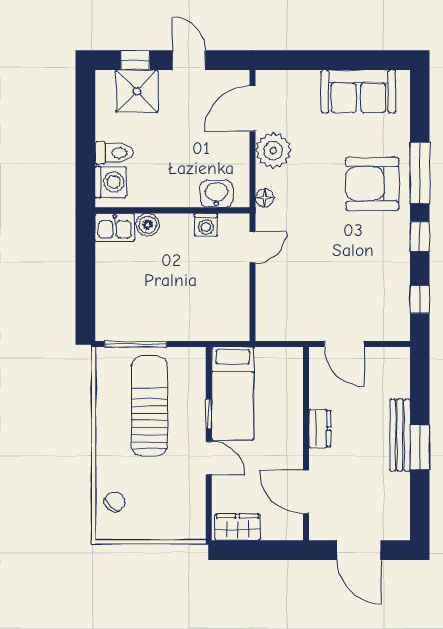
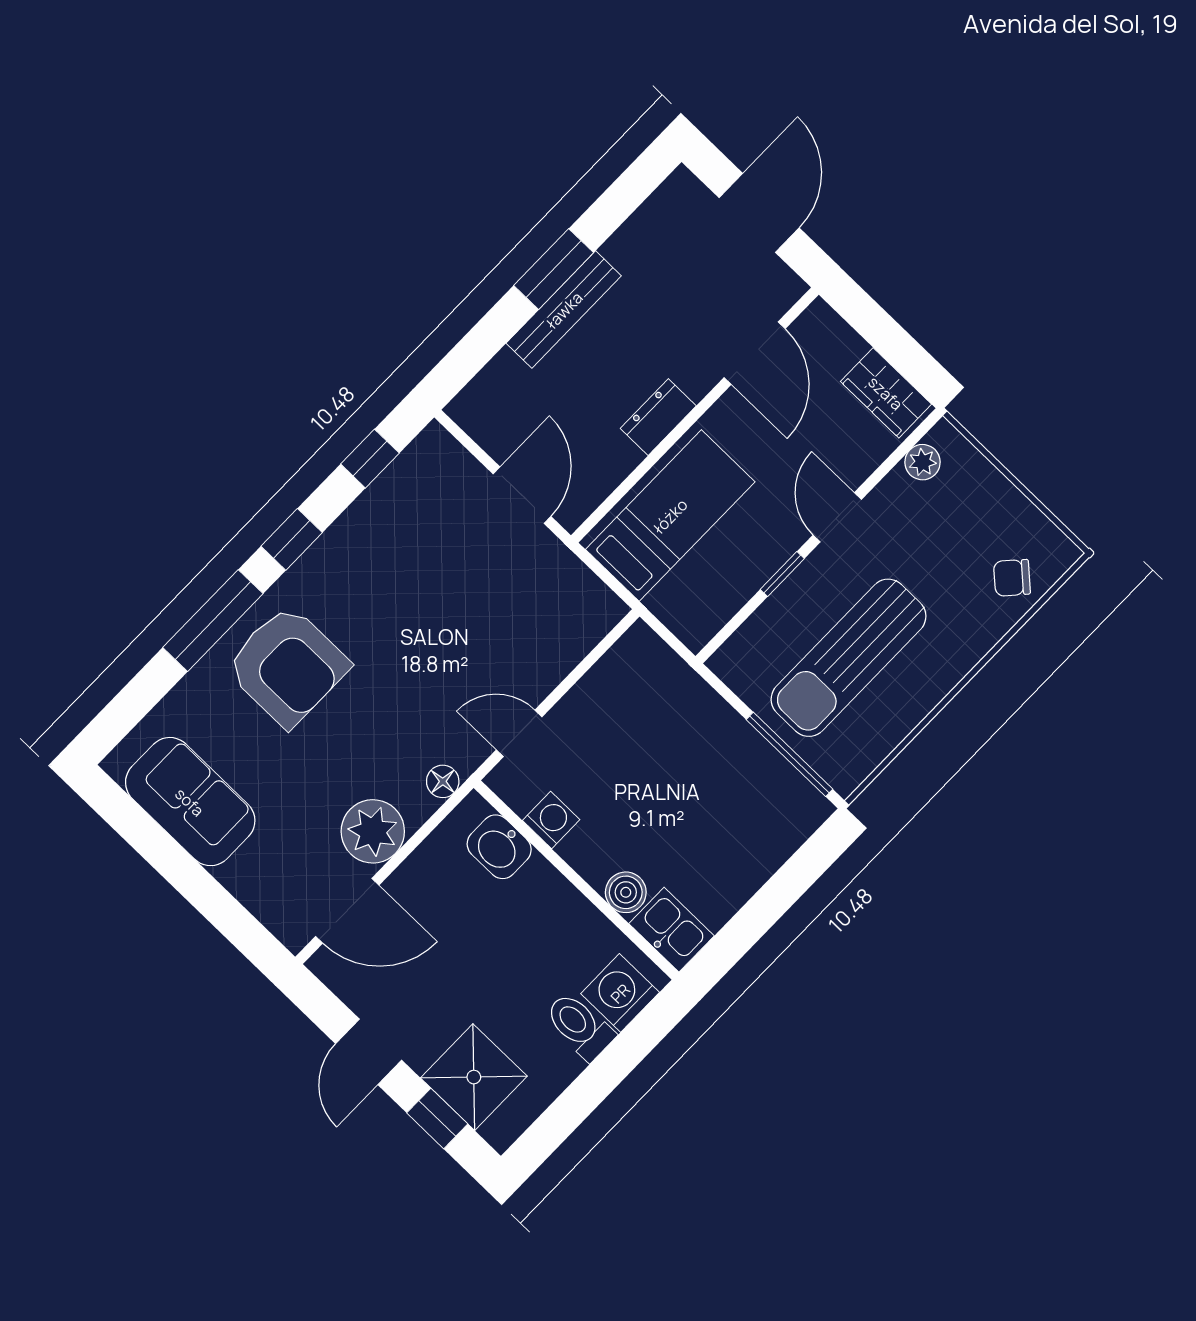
bed: (233, 394) -> (670, 516), moved
plant: (196, 514) -> (923, 462), added

